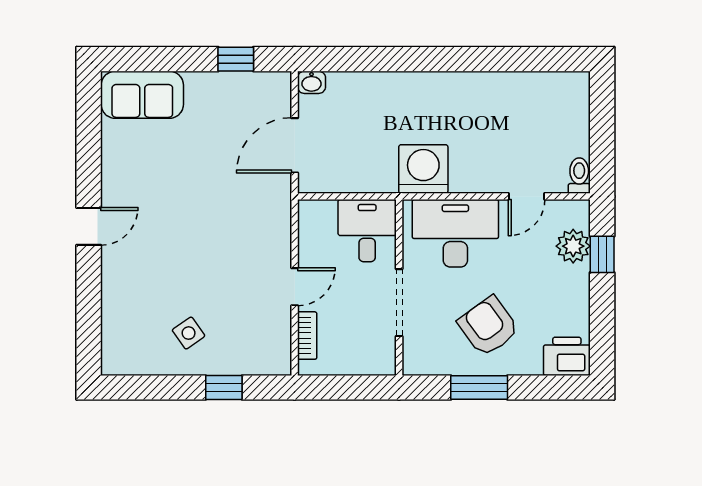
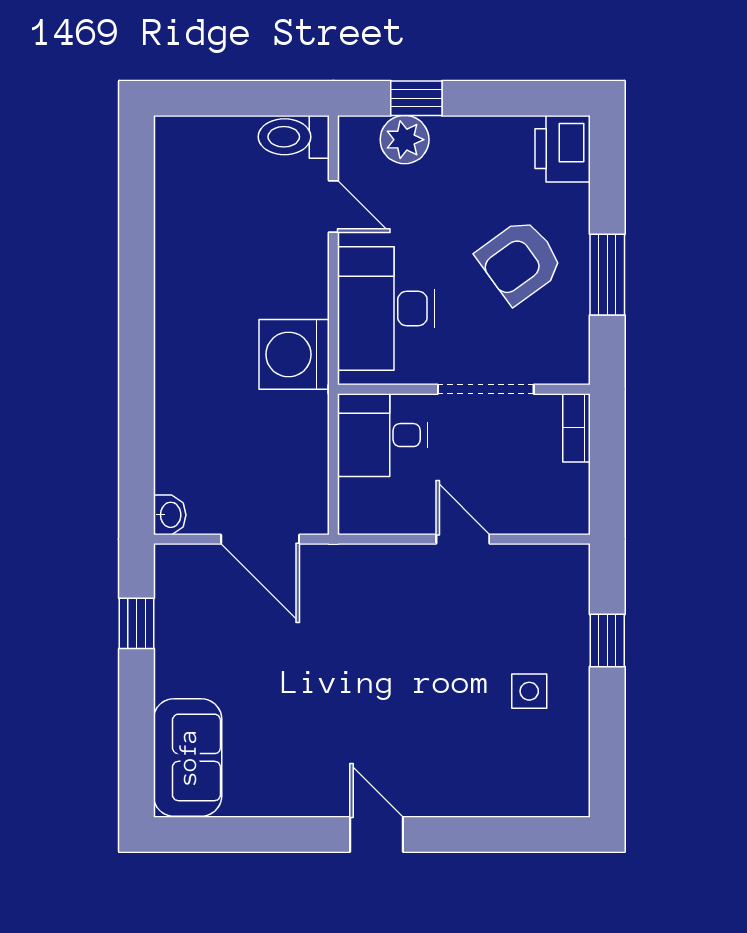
toilet: (579, 176) -> (294, 137), width x1.37, depth x1.39
side table: (189, 333) -> (529, 691), turned 35
bookcase: (307, 336) -> (577, 428), moved, turned -90

